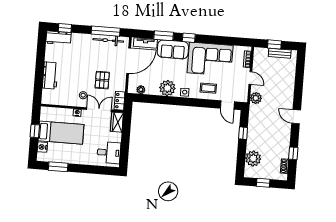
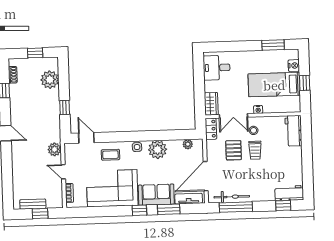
workbench: (50, 75) -> (293, 131), moved
trolley: (84, 78) -> (255, 150), added

